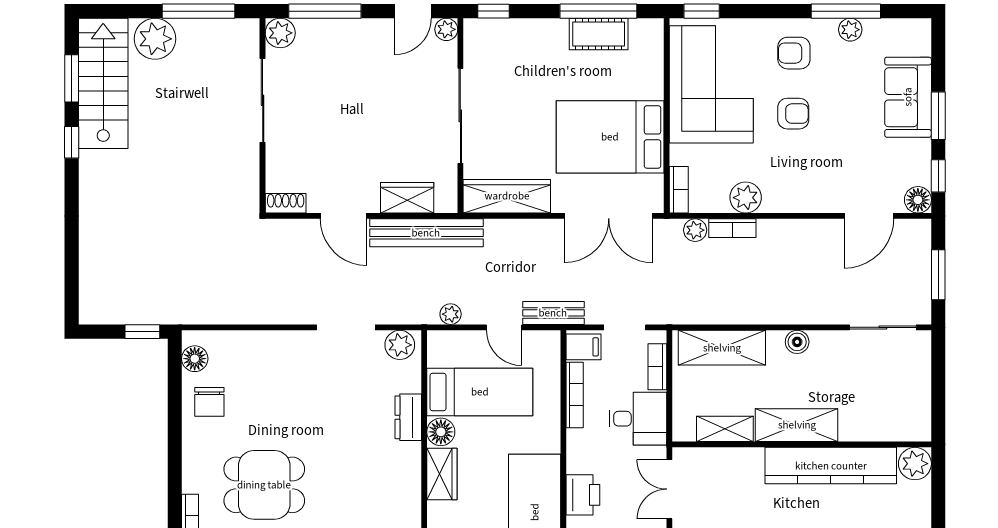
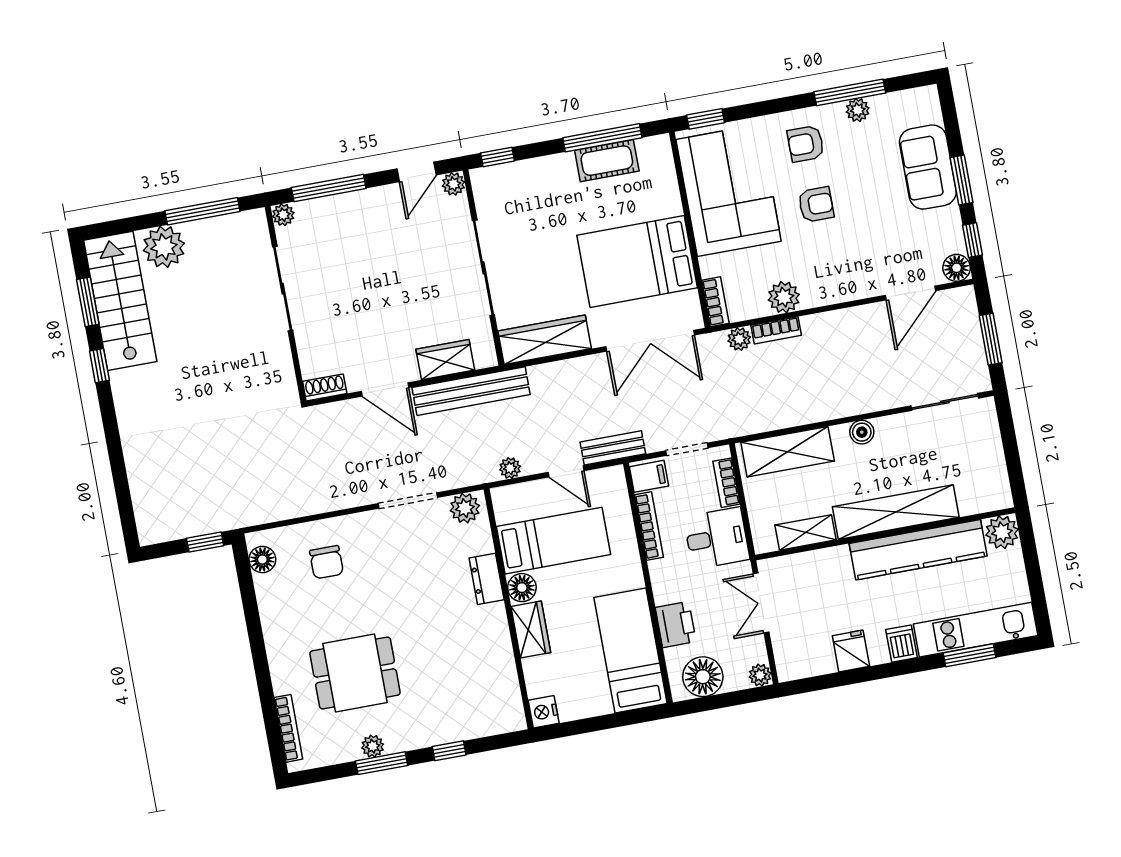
plant: (280, 33) -> (283, 215), width x0.73, depth x0.73
chair: (209, 402) -> (326, 562), moved
shelving: (797, 425) -> (896, 512), width x1.47

